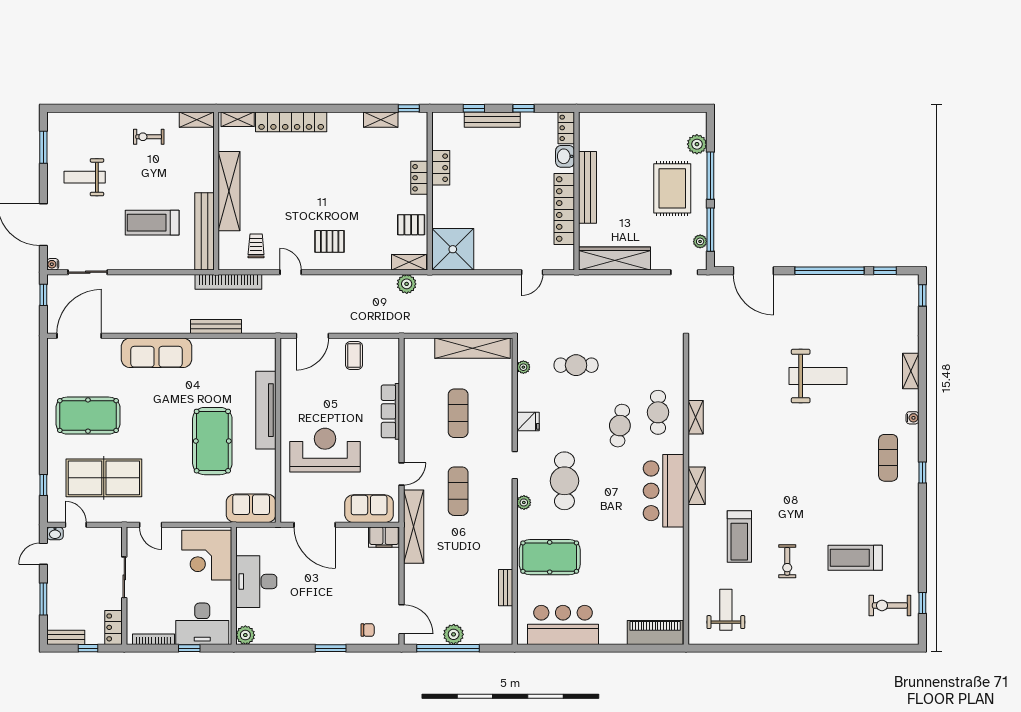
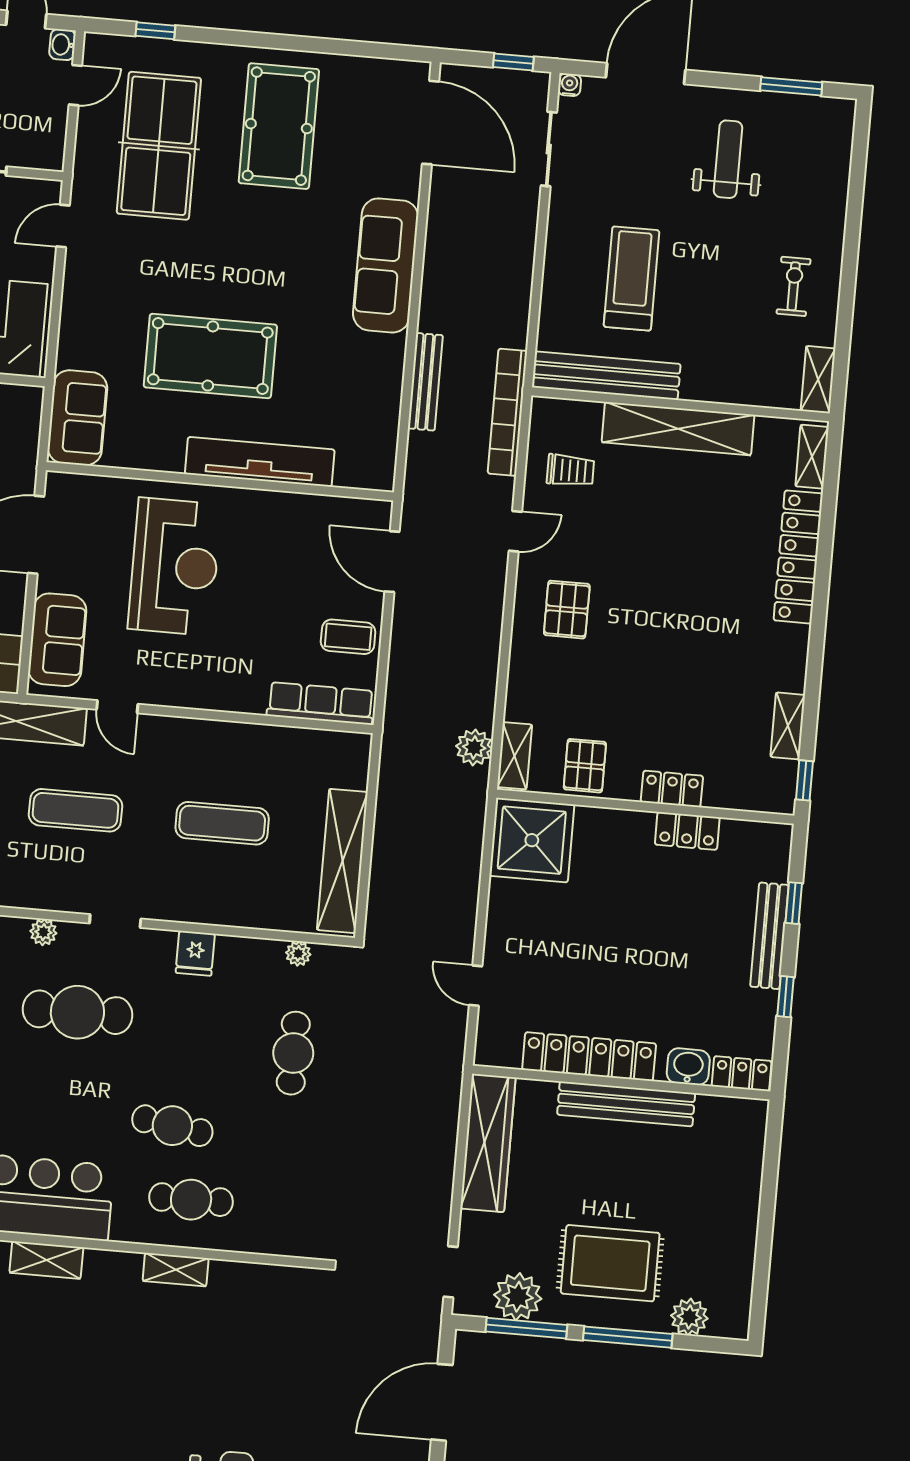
plant: (700, 241) -> (518, 1297), width x1.88, depth x1.88
row of seats: (390, 411) -> (321, 703), moved

